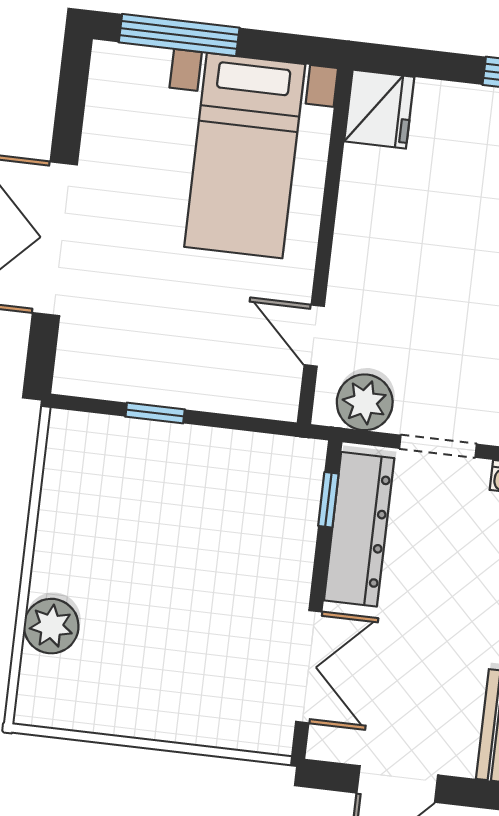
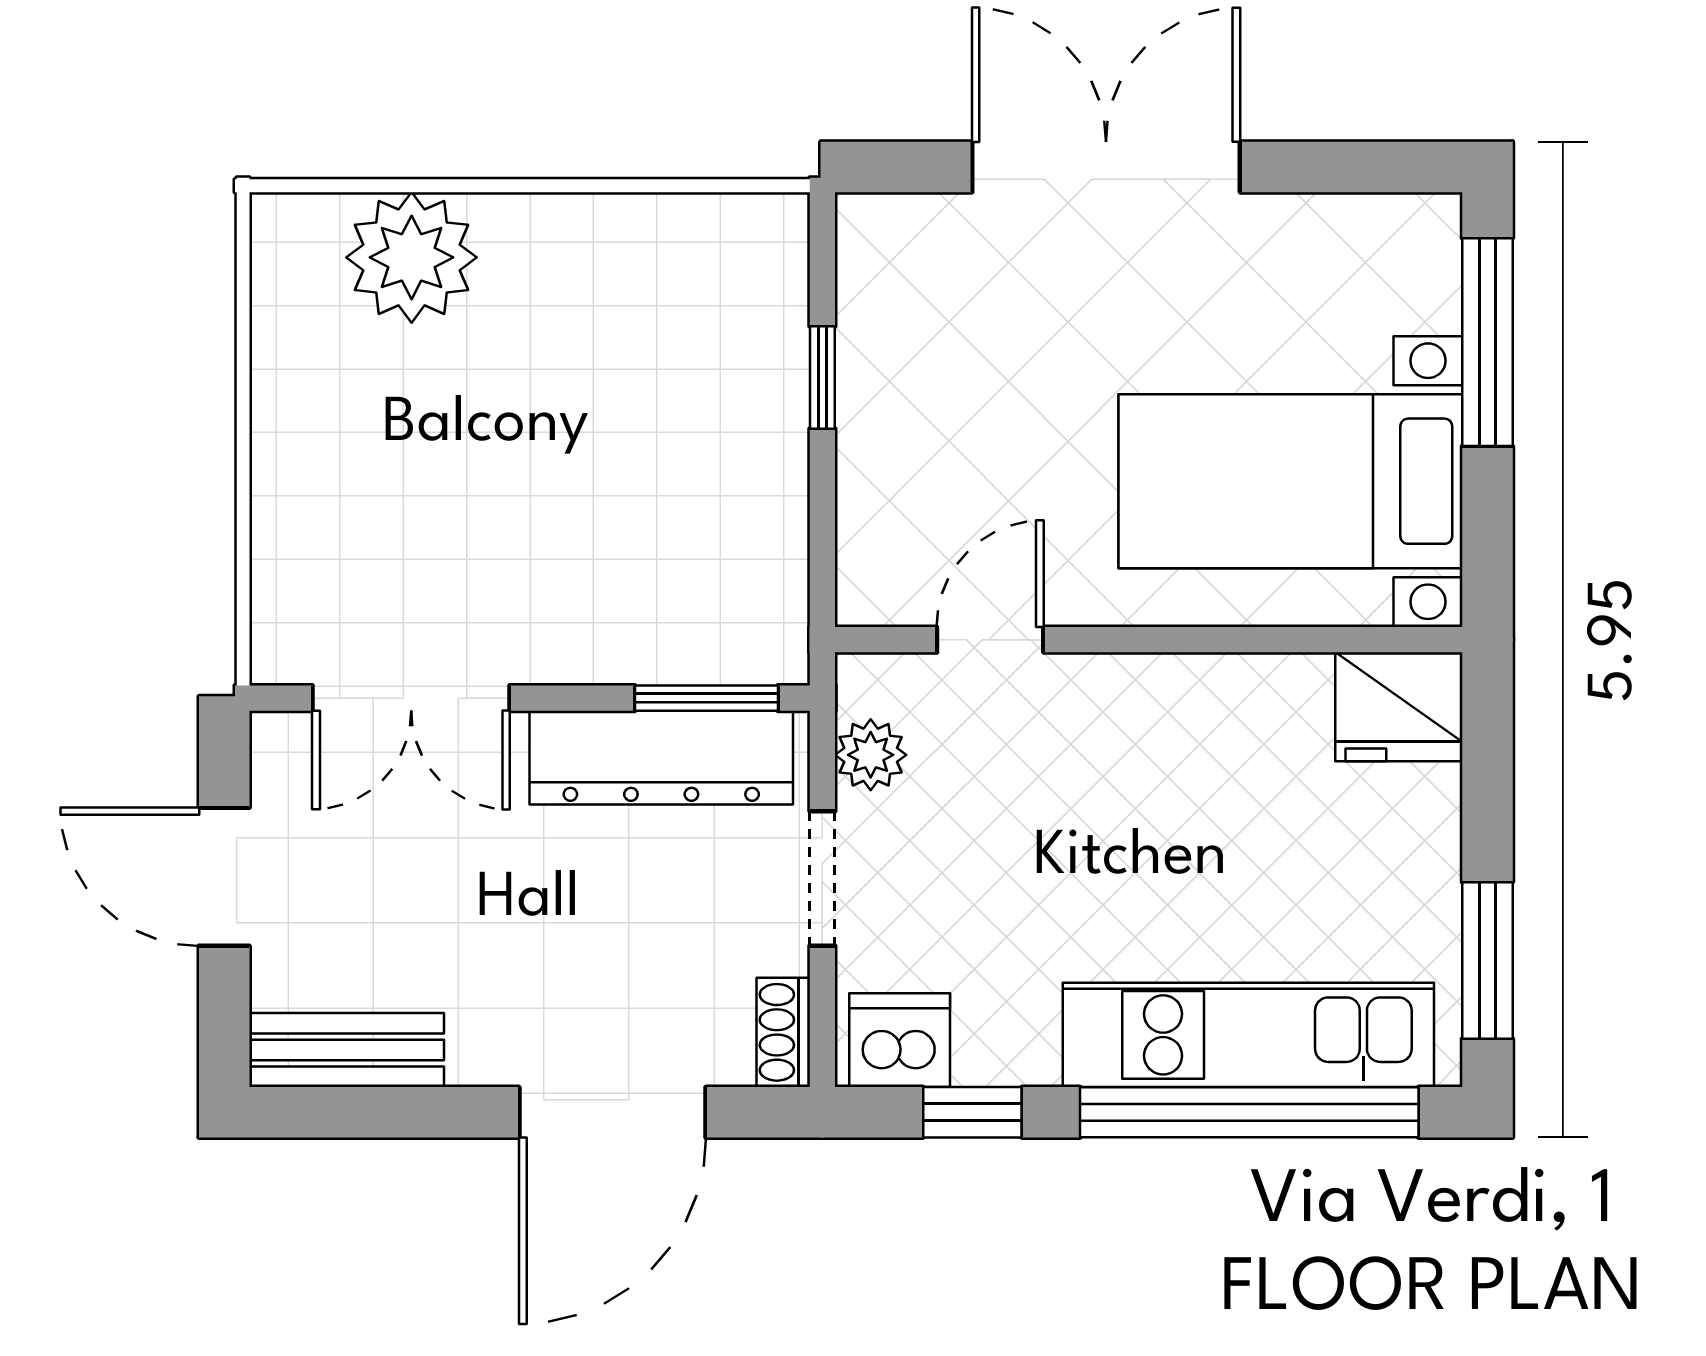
plant: (365, 402) -> (871, 755), width x0.73, depth x0.73
window: (328, 500) -> (706, 698), width x1.50
plant: (51, 626) -> (412, 257), width x1.36, depth x1.36

